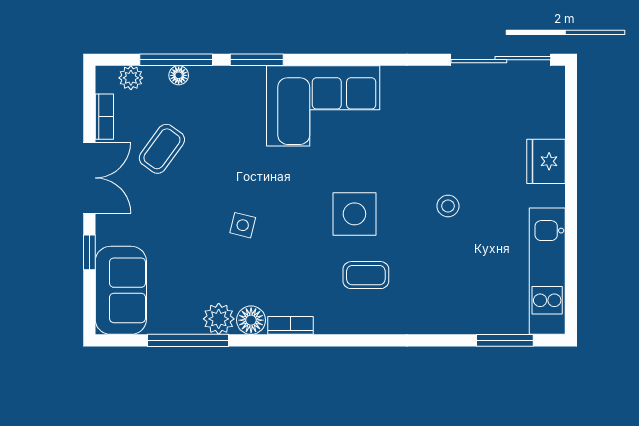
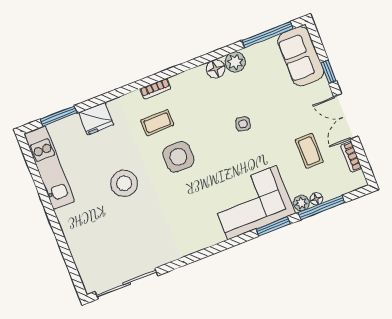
plant: (131, 78) -> (301, 203), moved
corner sofa: (323, 106) -> (252, 203), moved
coffee table: (162, 149) -> (309, 151), turned -36
fridge: (546, 161) -> (96, 119), moved, turned 90
stool: (448, 206) -> (124, 183), width x1.89, depth x1.89
bookcase: (290, 325) -> (155, 89), moved
window: (188, 340) -> (267, 35), moved

